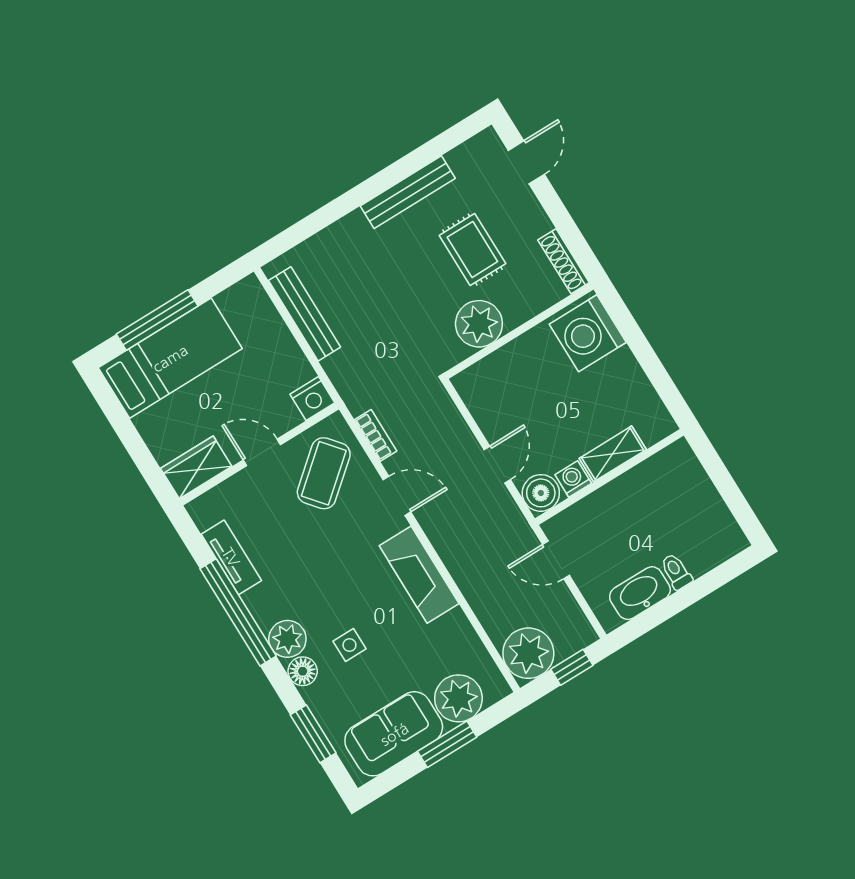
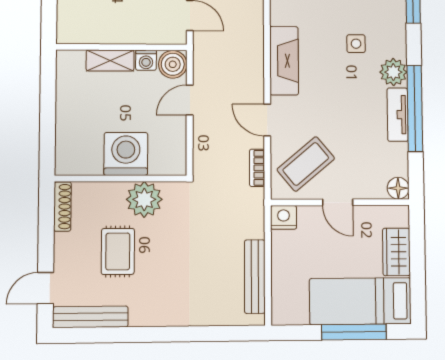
bench: (408, 192) -> (90, 317), moved
washing machine: (588, 333) -> (126, 154), moved, turned -90
wardrobe: (196, 467) -> (396, 252), moved, turned 90
tv unit: (231, 557) -> (398, 115), moved
floor lamp: (303, 671) -> (398, 188), moved

